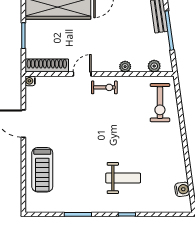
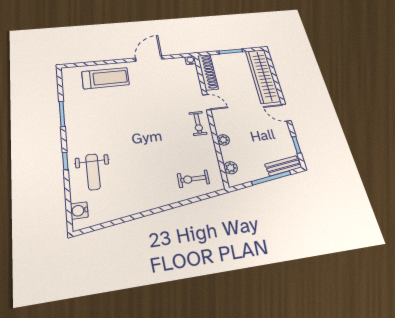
exercise bike: (160, 103) -> (193, 179), width x0.73, depth x0.72
treadmill: (42, 170) -> (106, 78), turned 180
weight bench: (123, 178) -> (93, 172), moved
water cooler: (182, 189) -> (79, 211), moved, turned 98

